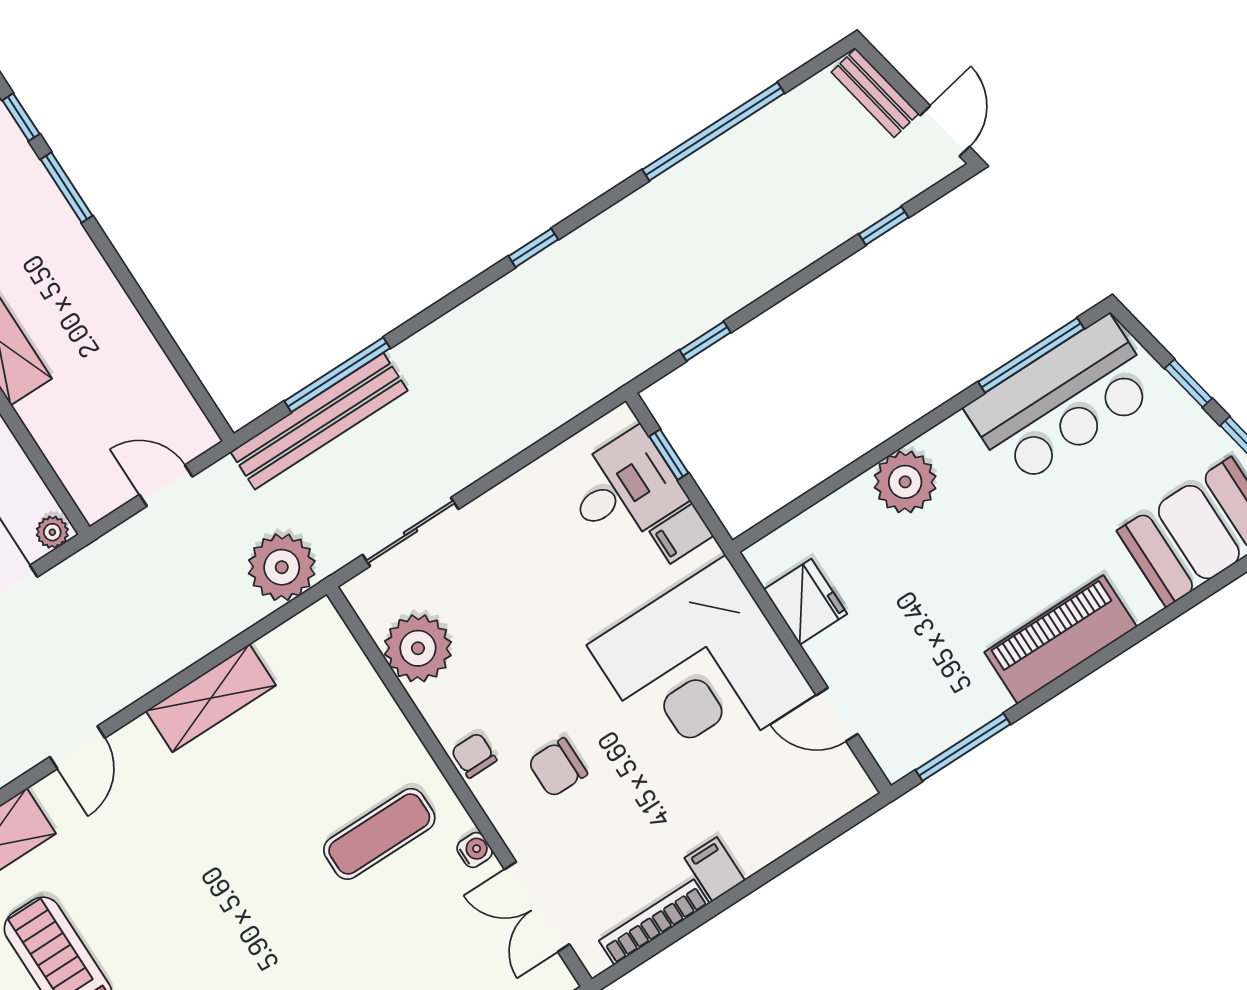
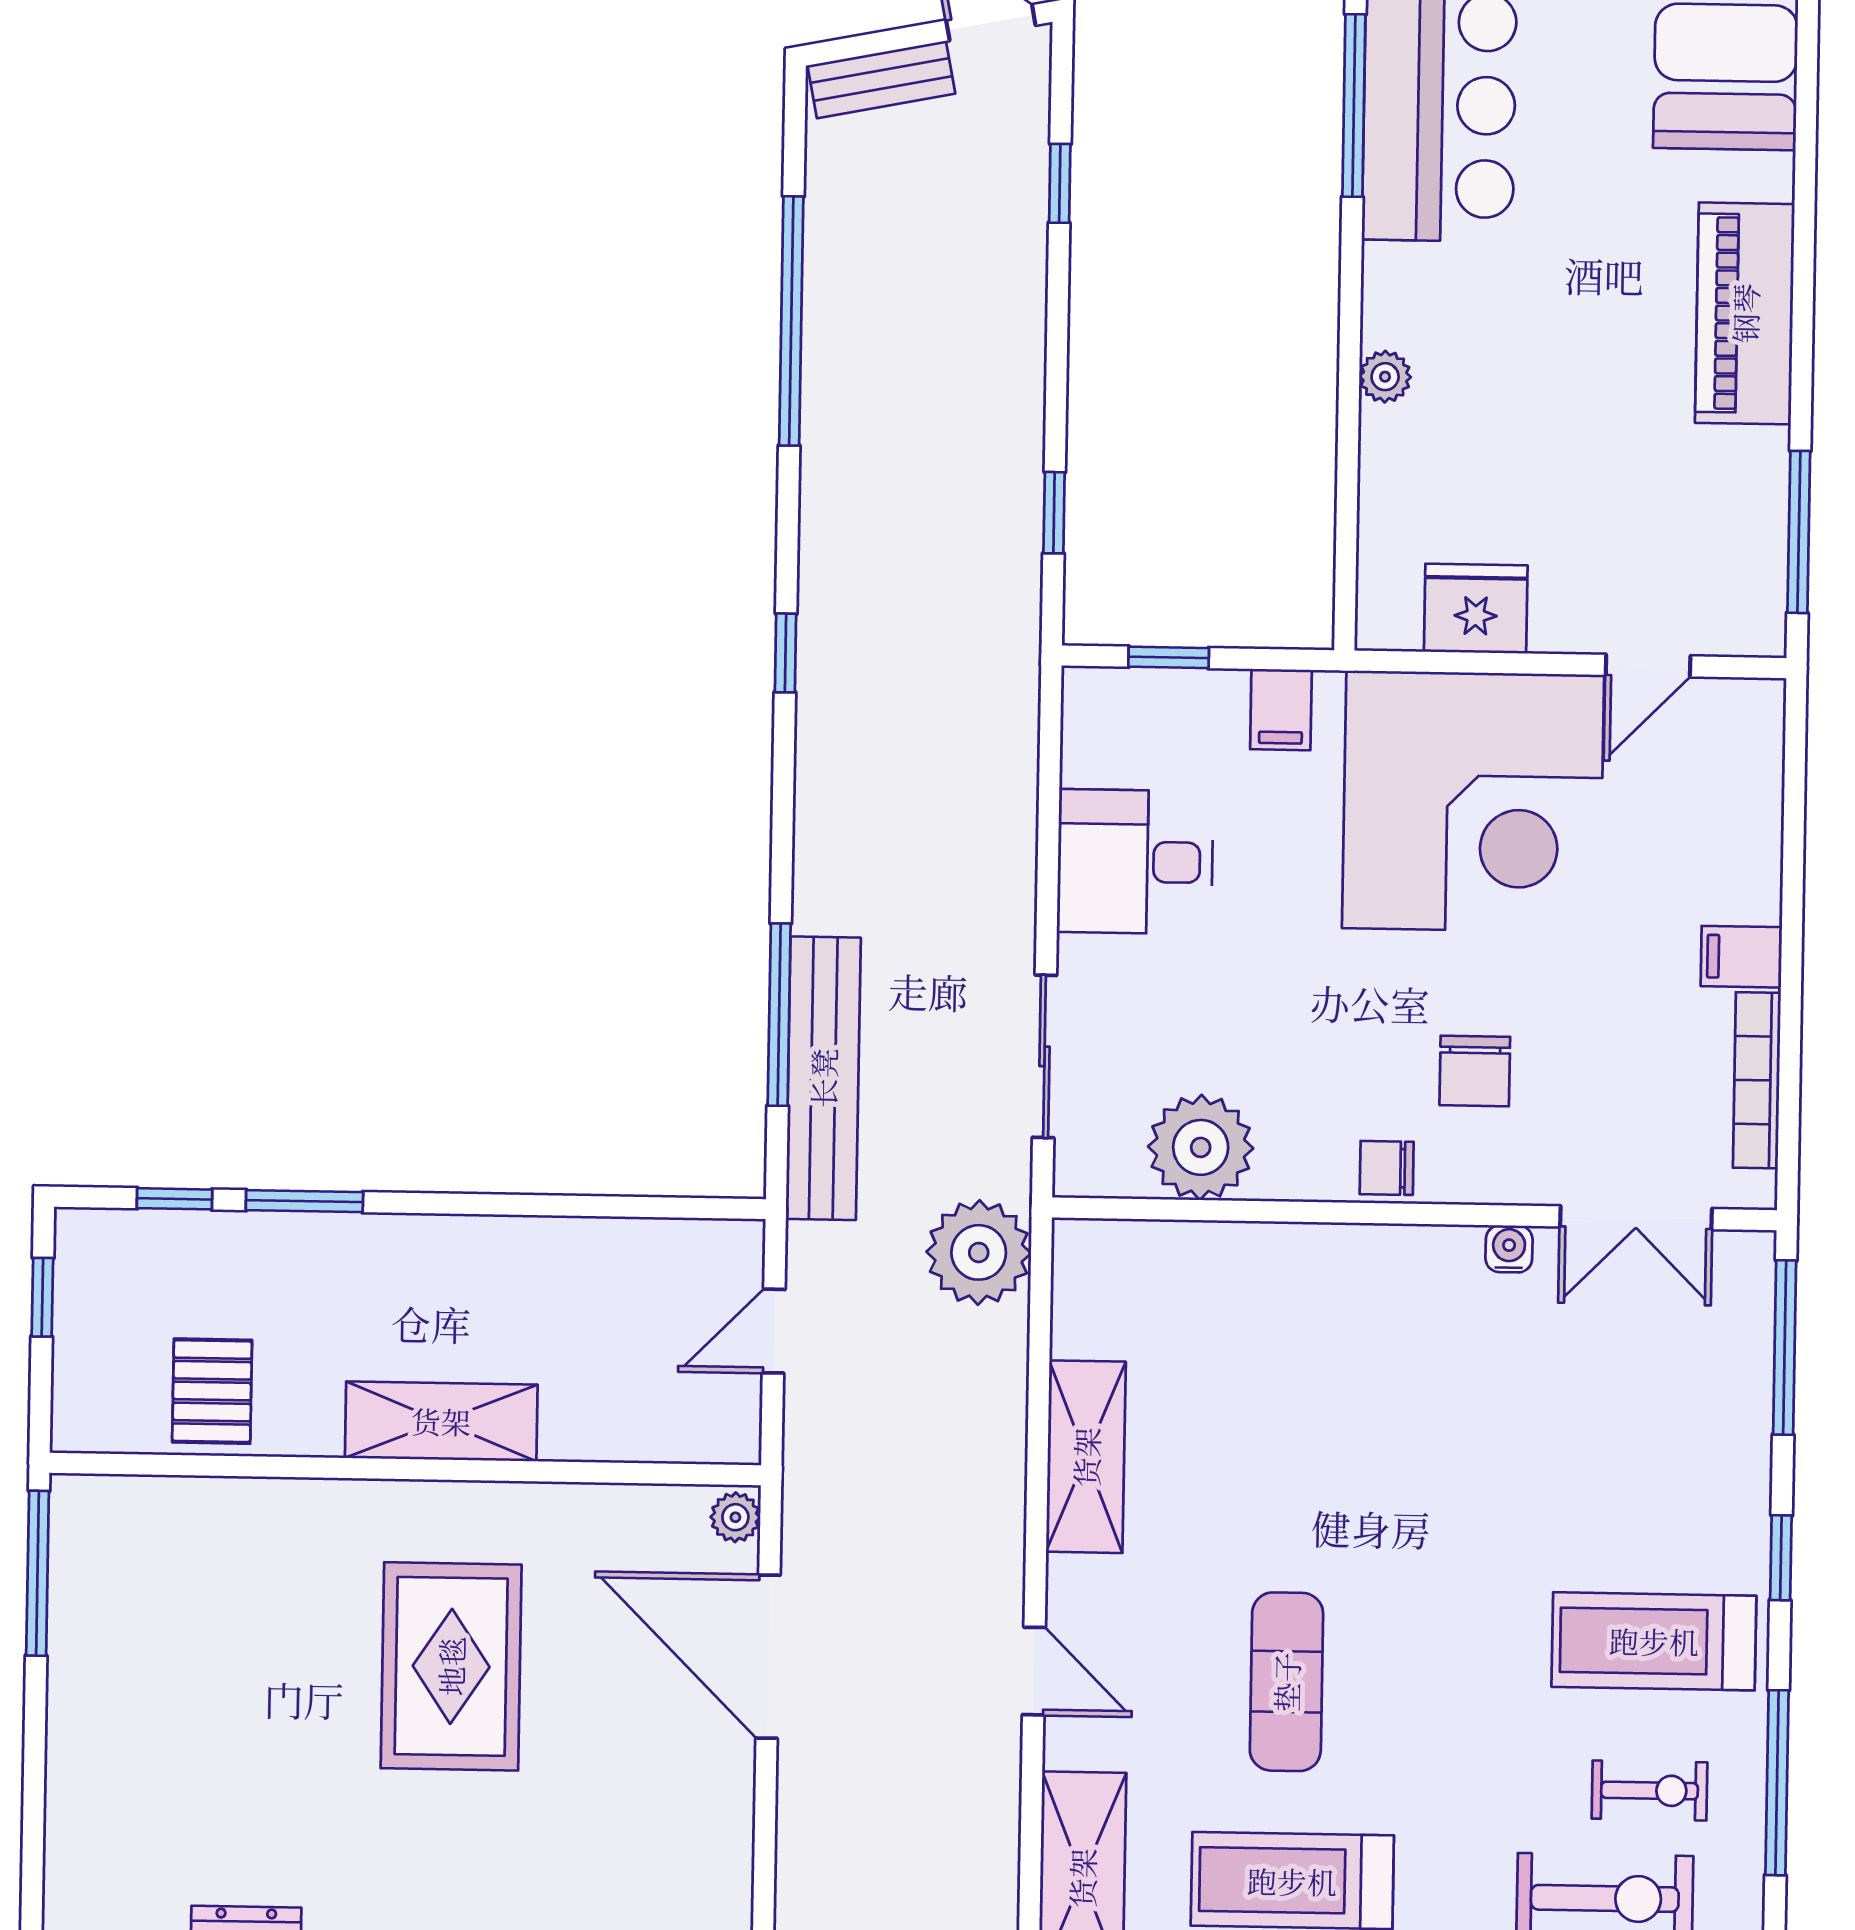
plant: (905, 482) -> (1385, 377), width x0.53, depth x0.53
desk: (624, 489) -> (1135, 862), moved, turned -90
exercise mat: (379, 834) -> (1286, 1682), moved

